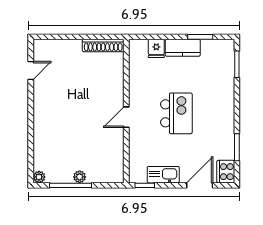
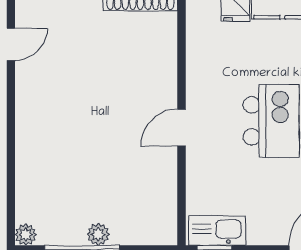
kitchen sink: (163, 175) -> (217, 230), moved

